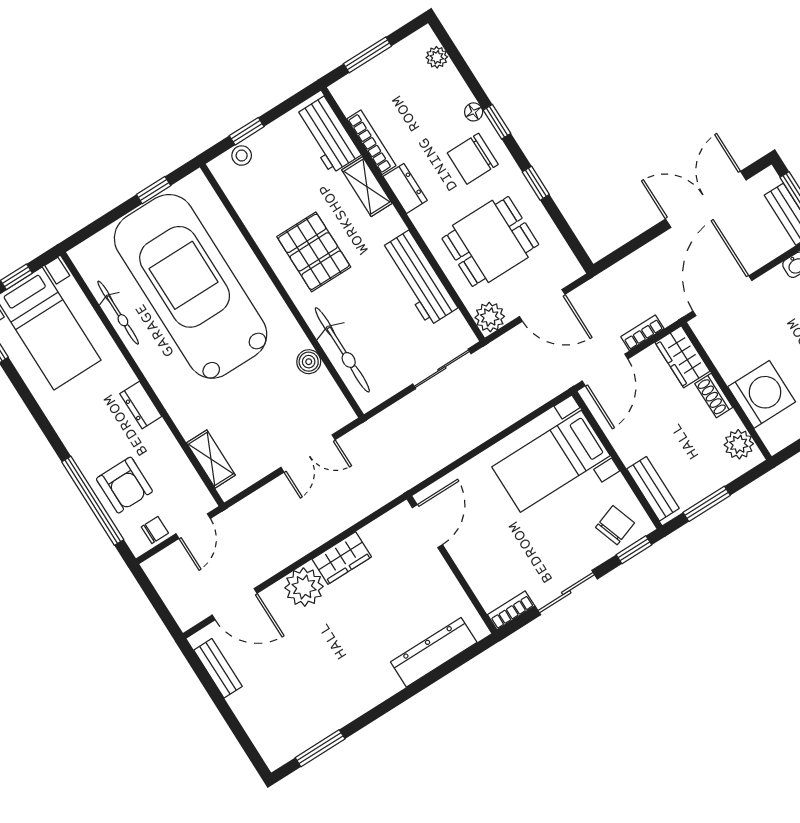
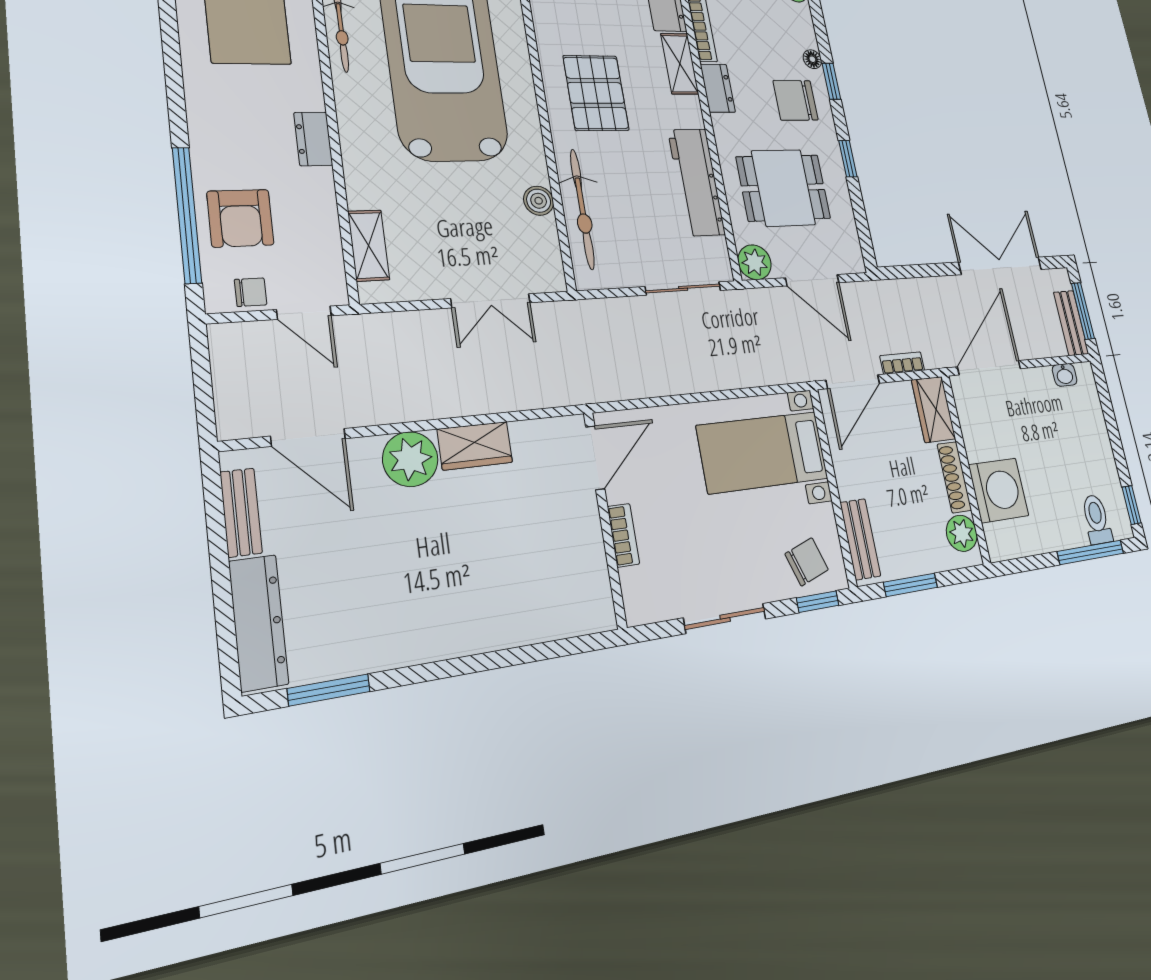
shoe rack: (714, 395) -> (954, 477), width x1.43
door: (193, 526) -> (304, 313), hinge flipped
bookcase: (511, 610) -> (623, 535), moved, turned 90
dresser: (434, 652) -> (258, 623), moved, turned 90

